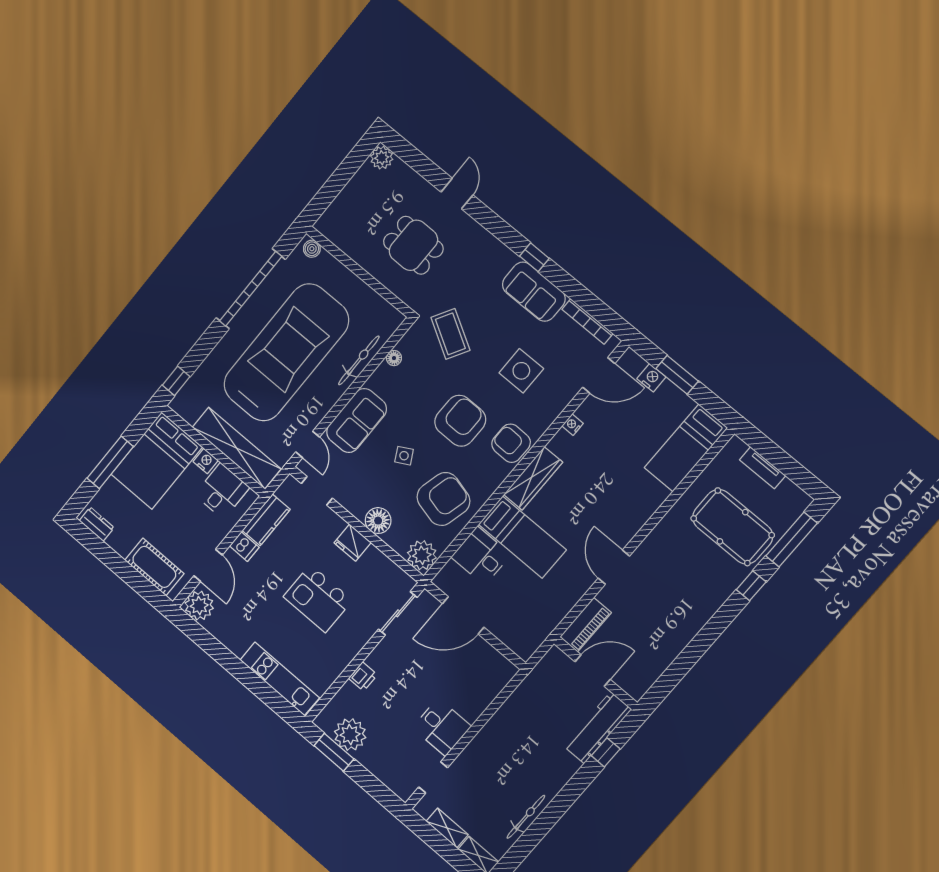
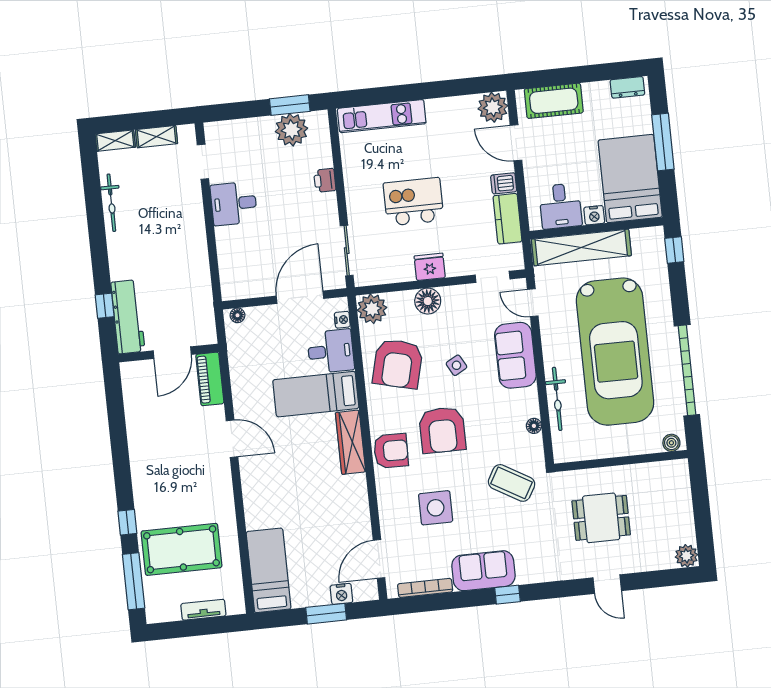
nightstand: (572, 425) -> (342, 320), moved
floor lamp: (520, 648) -> (238, 315), added

